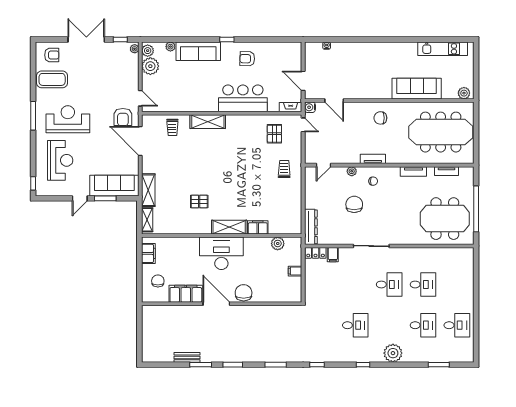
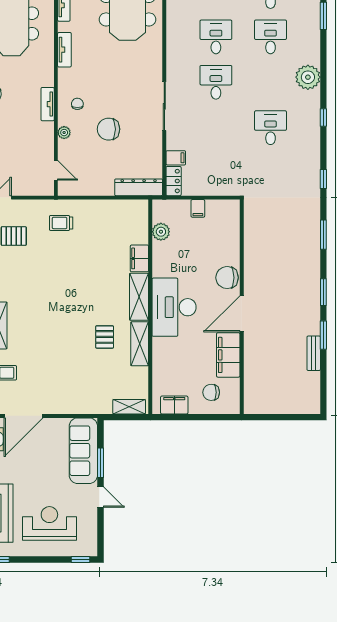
shelving: (148, 190) -> (140, 344), moved, turned 90

